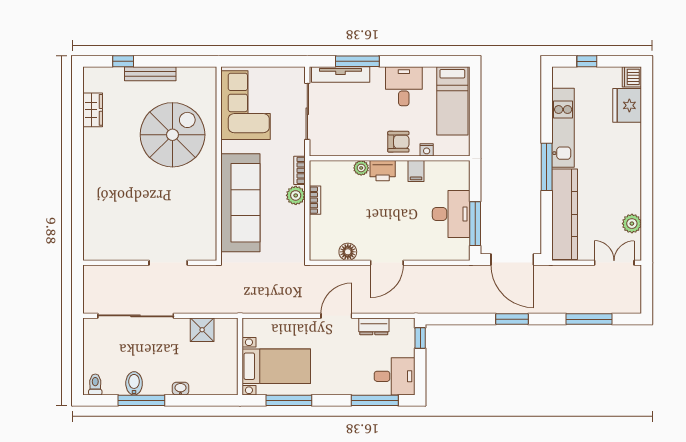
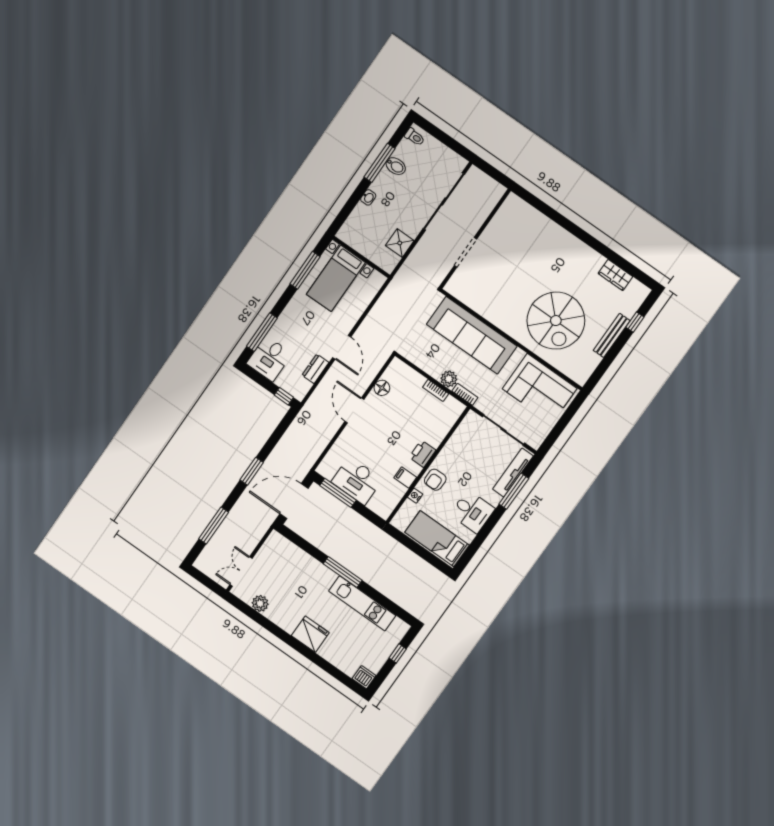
fridge: (627, 105) -> (310, 634), moved
plant: (361, 168) -> (435, 440), removed
kitchen counter: (565, 214) -> (300, 561), removed
double door: (614, 263) -> (241, 571), swing flipped

